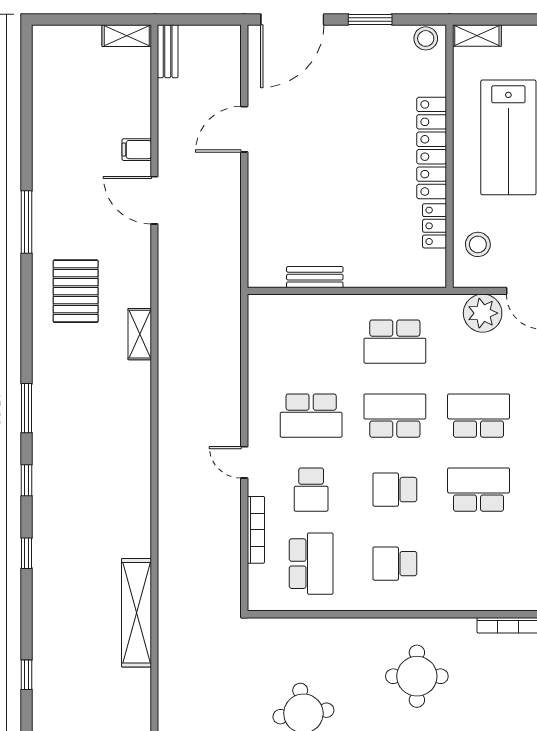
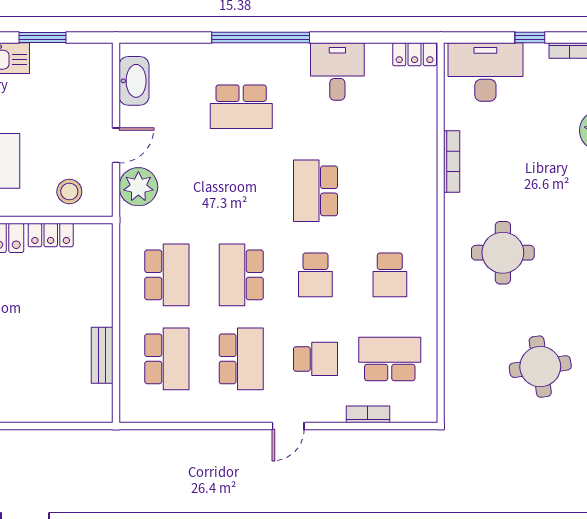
school desk: (479, 416) -> (167, 359), moved, turned 180
bookcase: (256, 530) -> (368, 414), width x0.64

